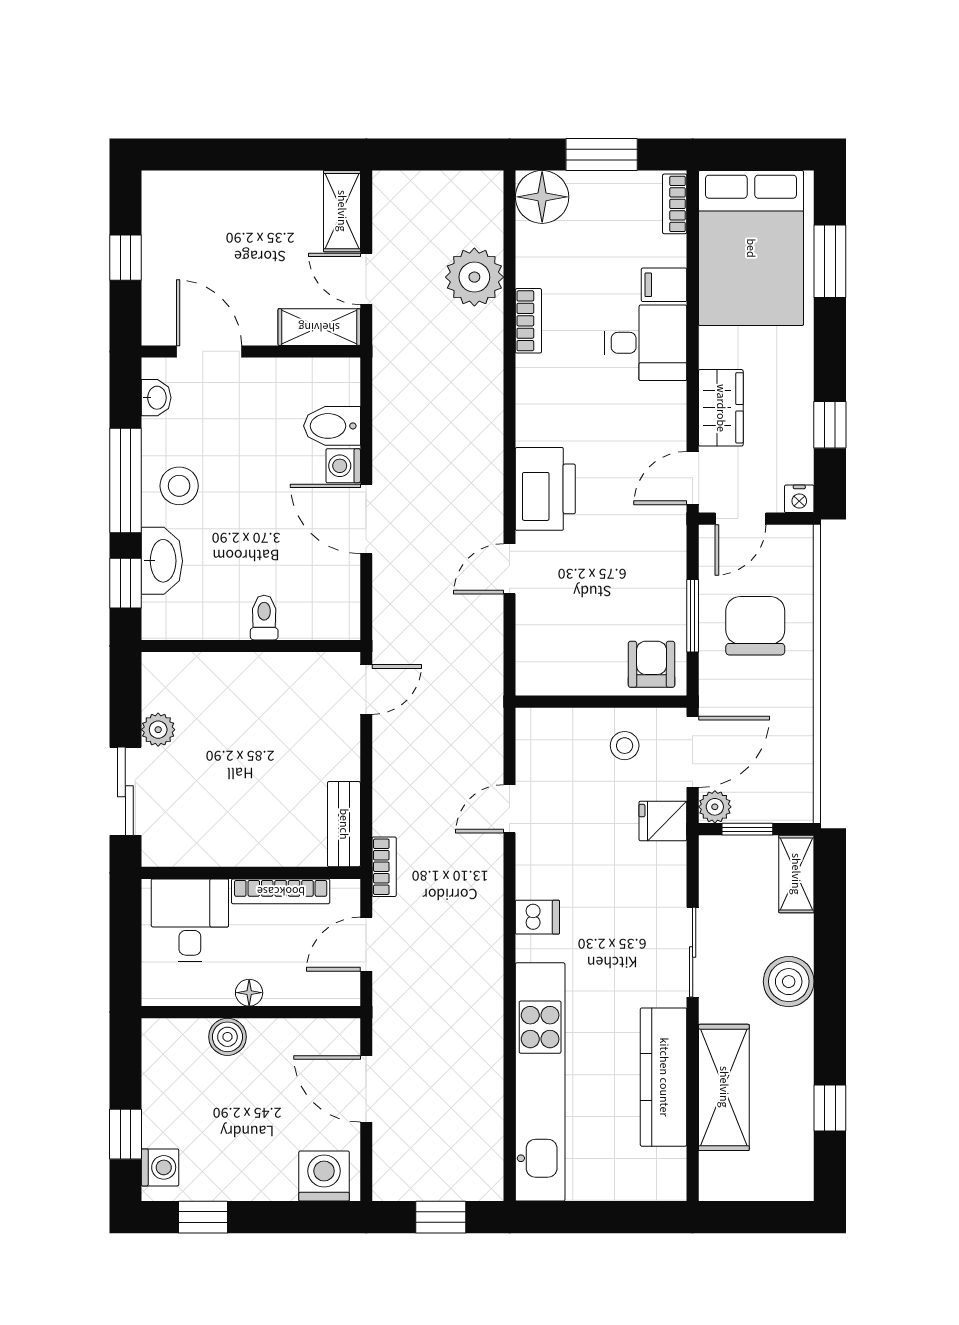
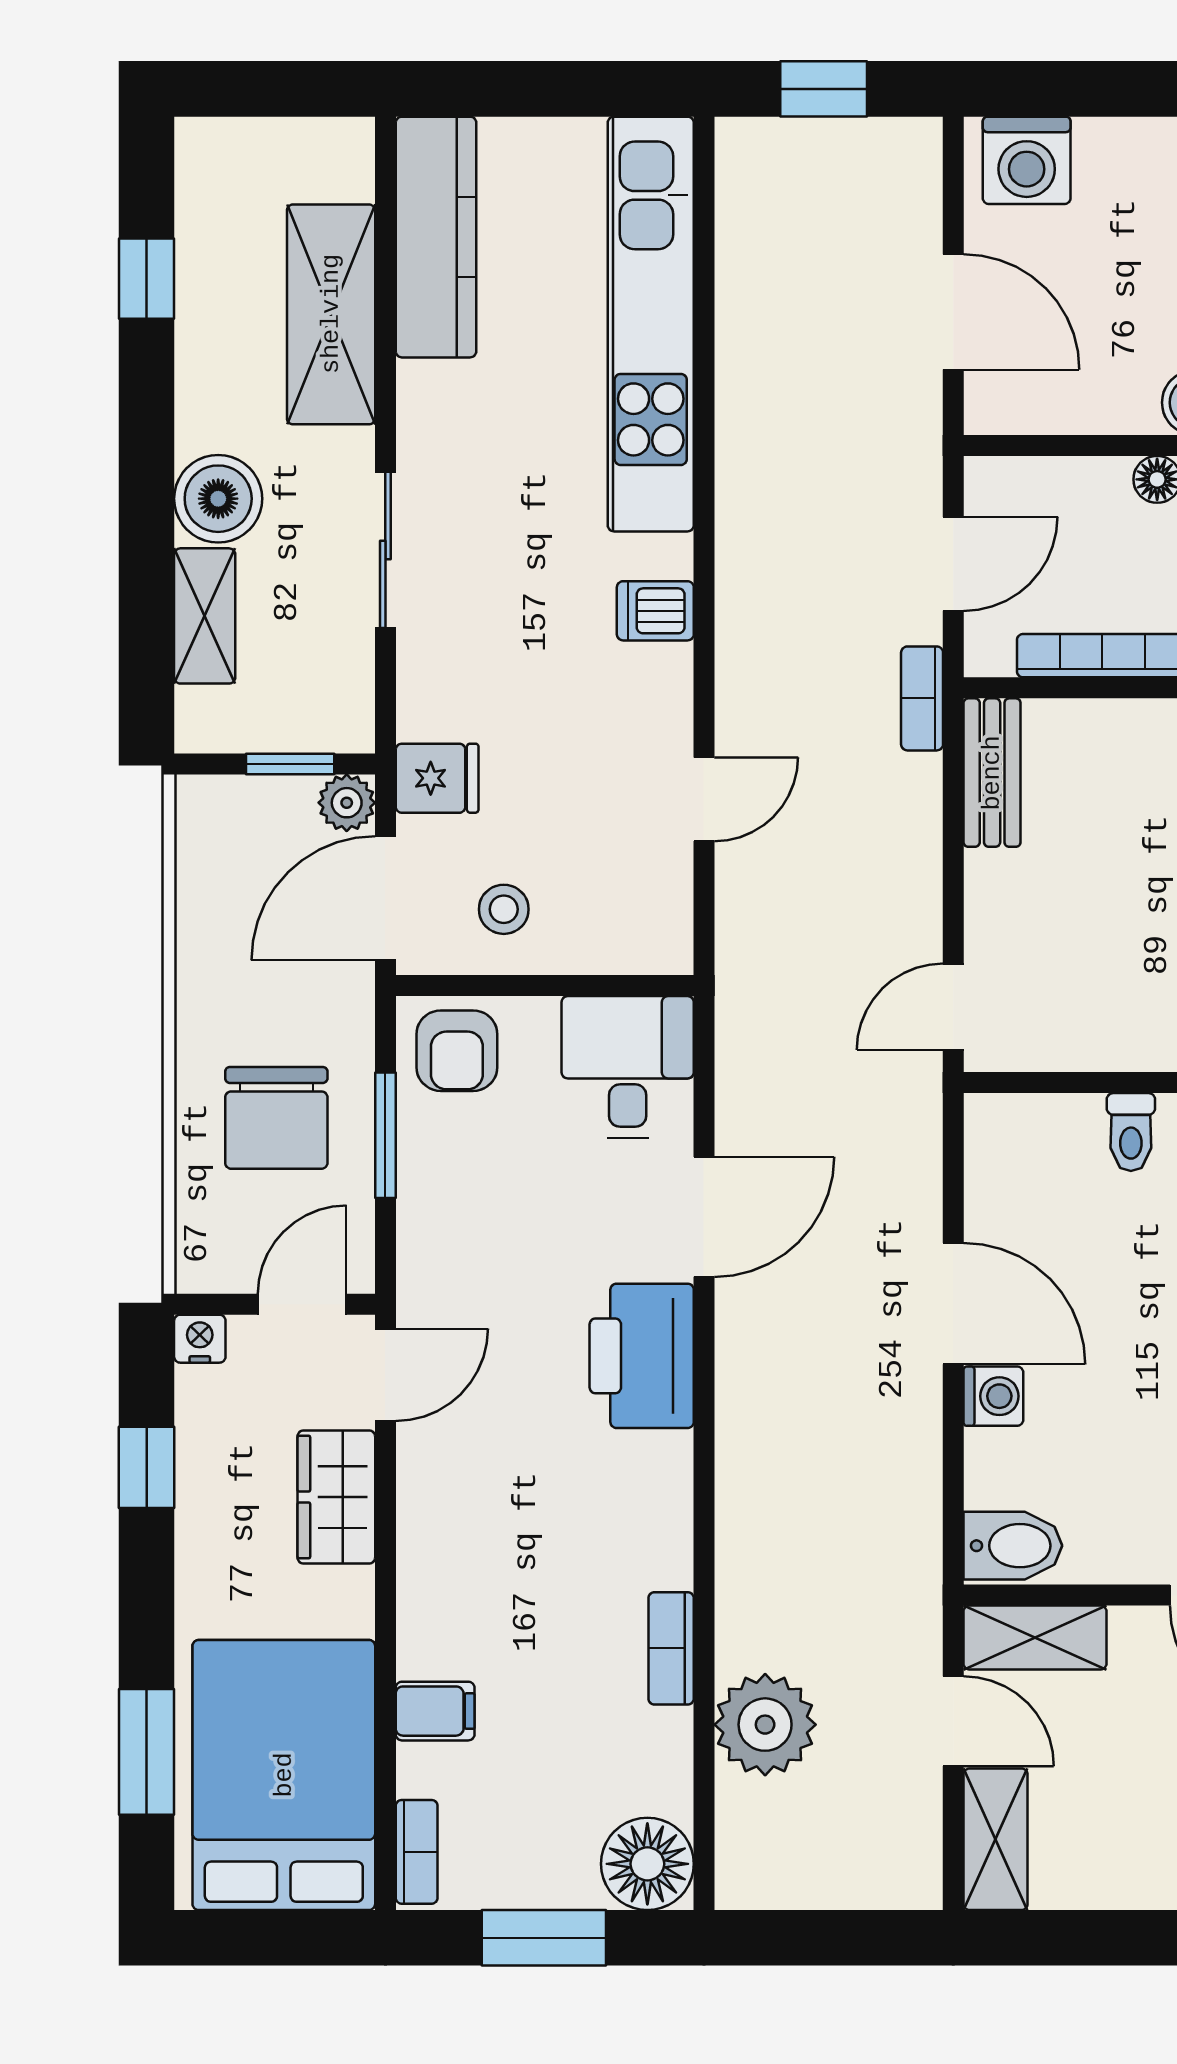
desk: (646, 343) -> (628, 1067), moved, turned 90
bidet: (332, 426) -> (1013, 1546), moved
door: (510, 569) -> (704, 1217), width x1.37
shelving: (796, 874) -> (205, 616), moved
kitchen counter: (664, 1077) -> (436, 237), moved

